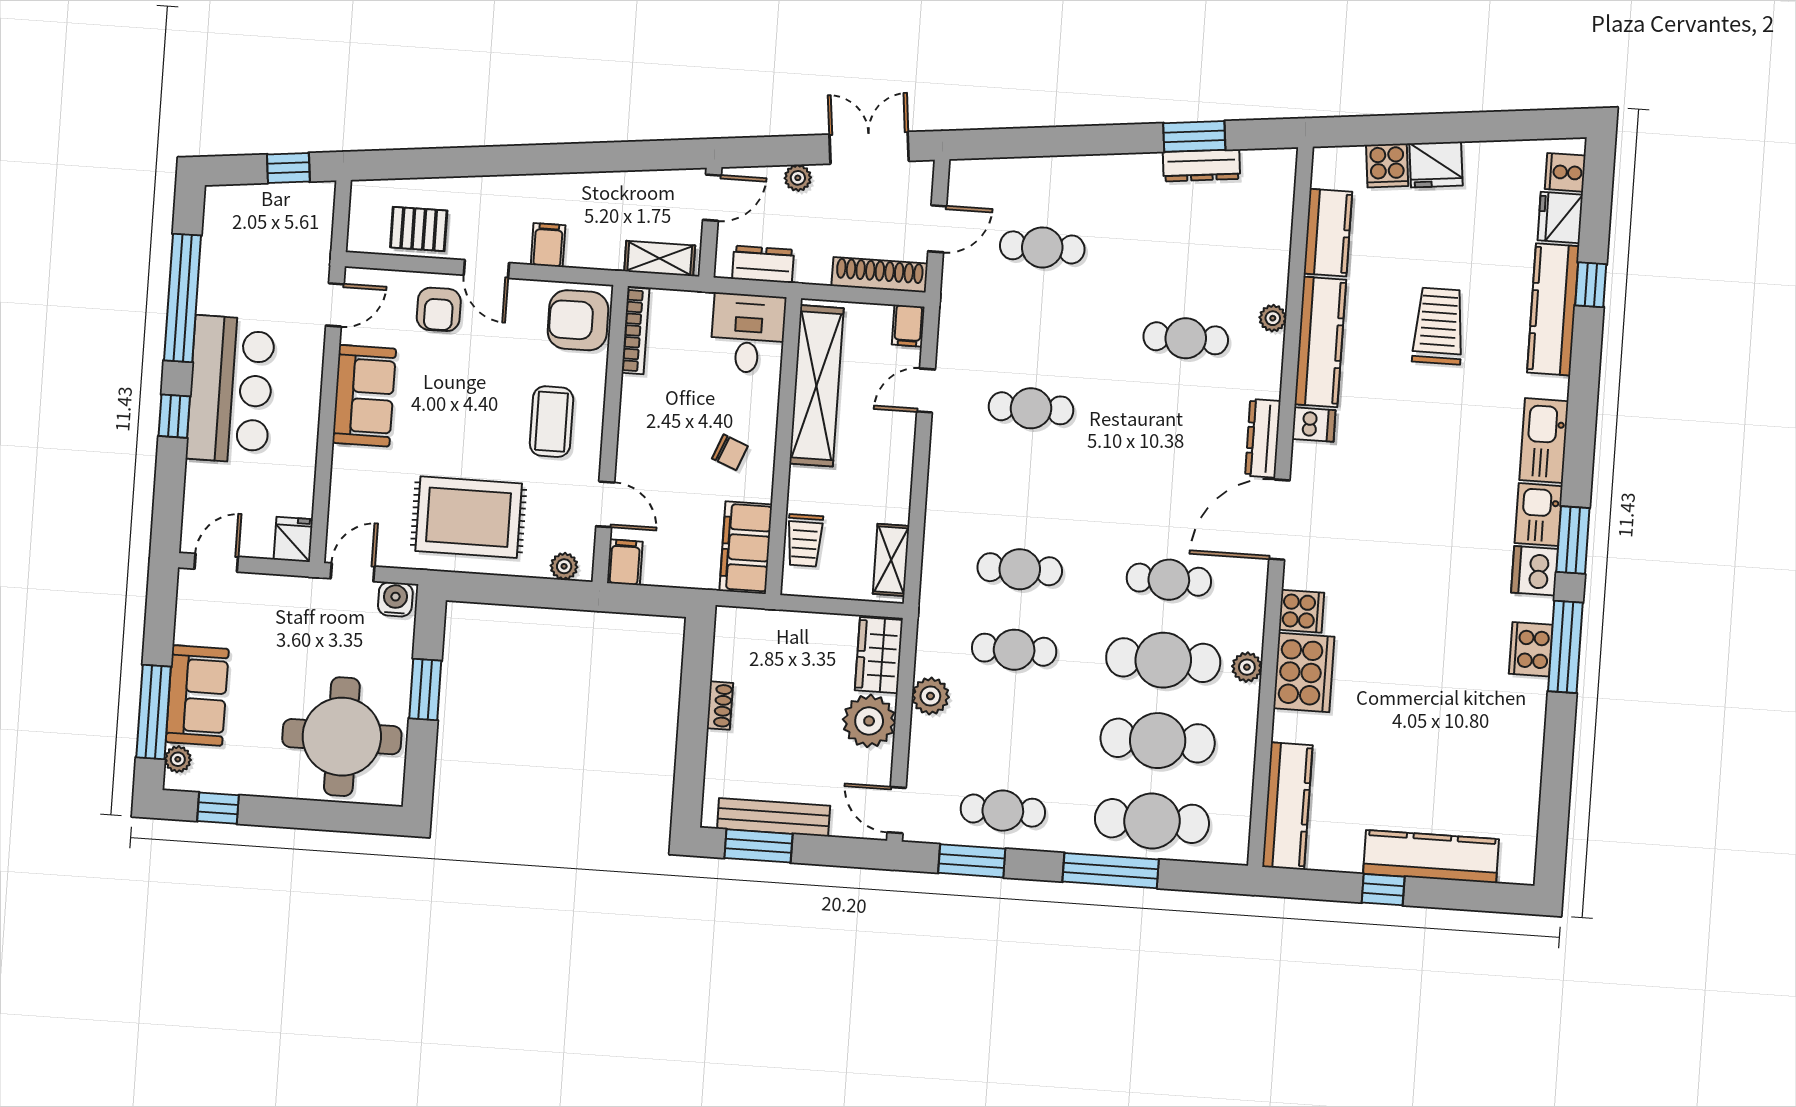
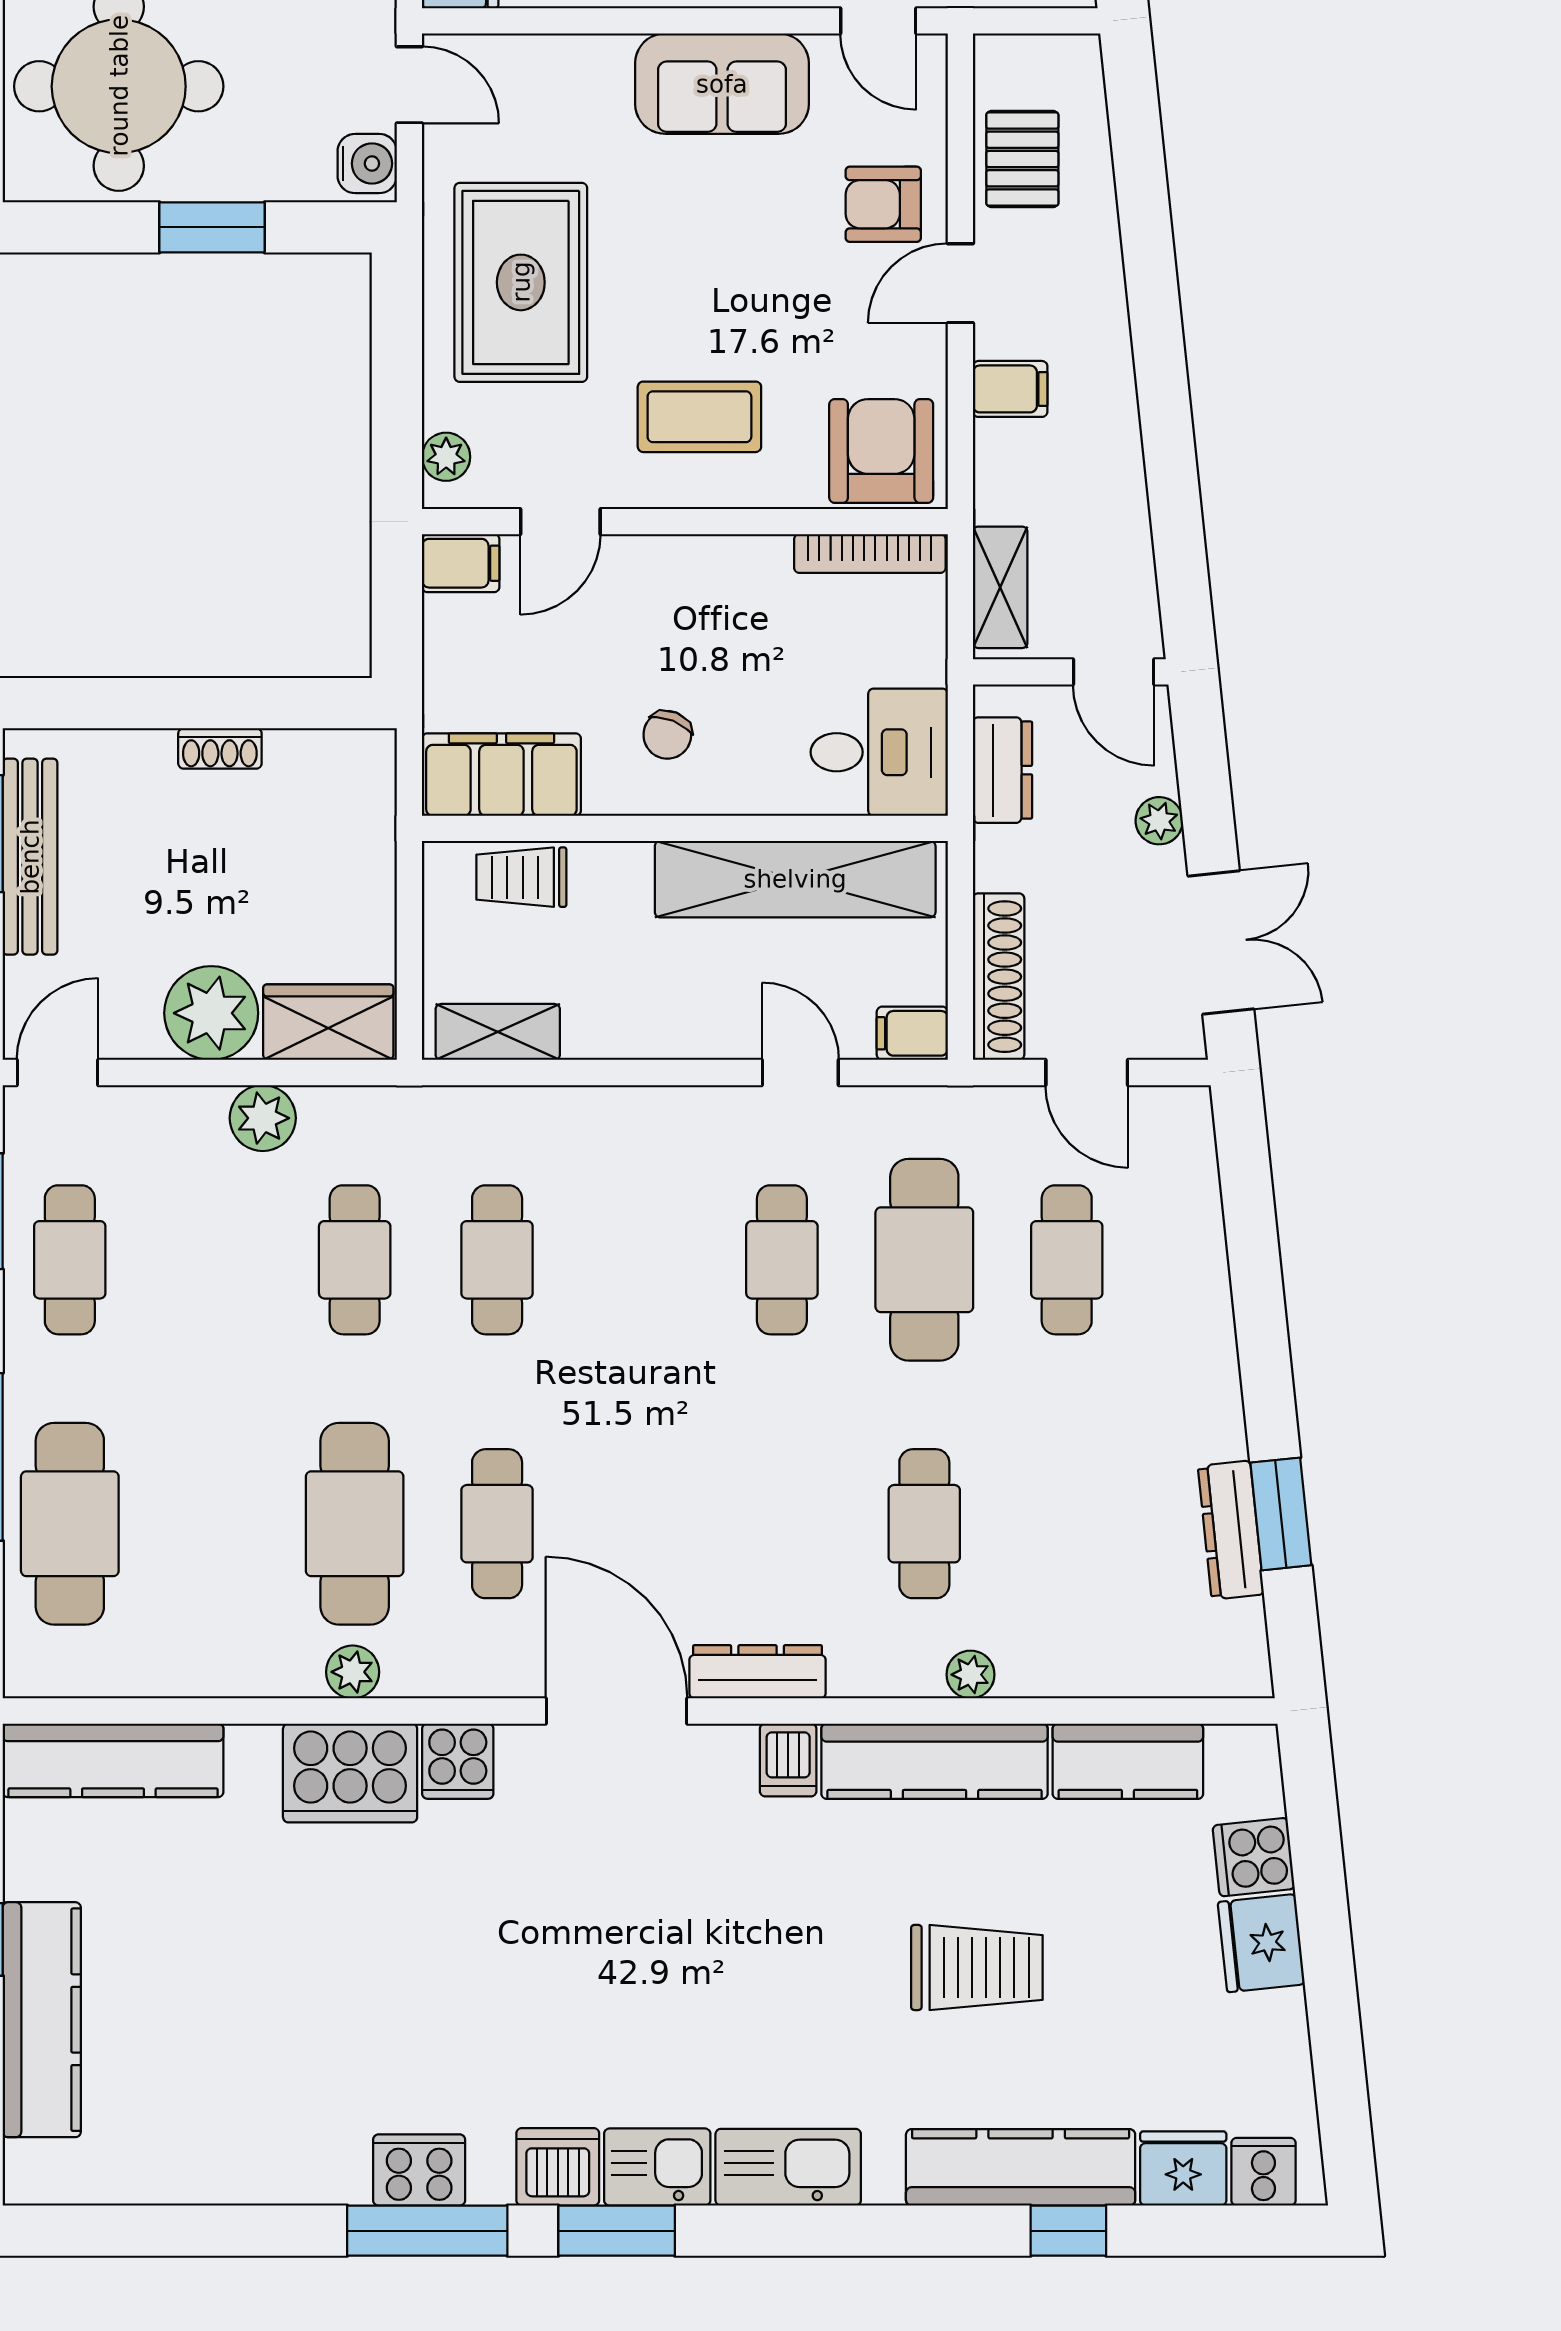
cafe table: (1158, 741) -> (924, 1260), moved

